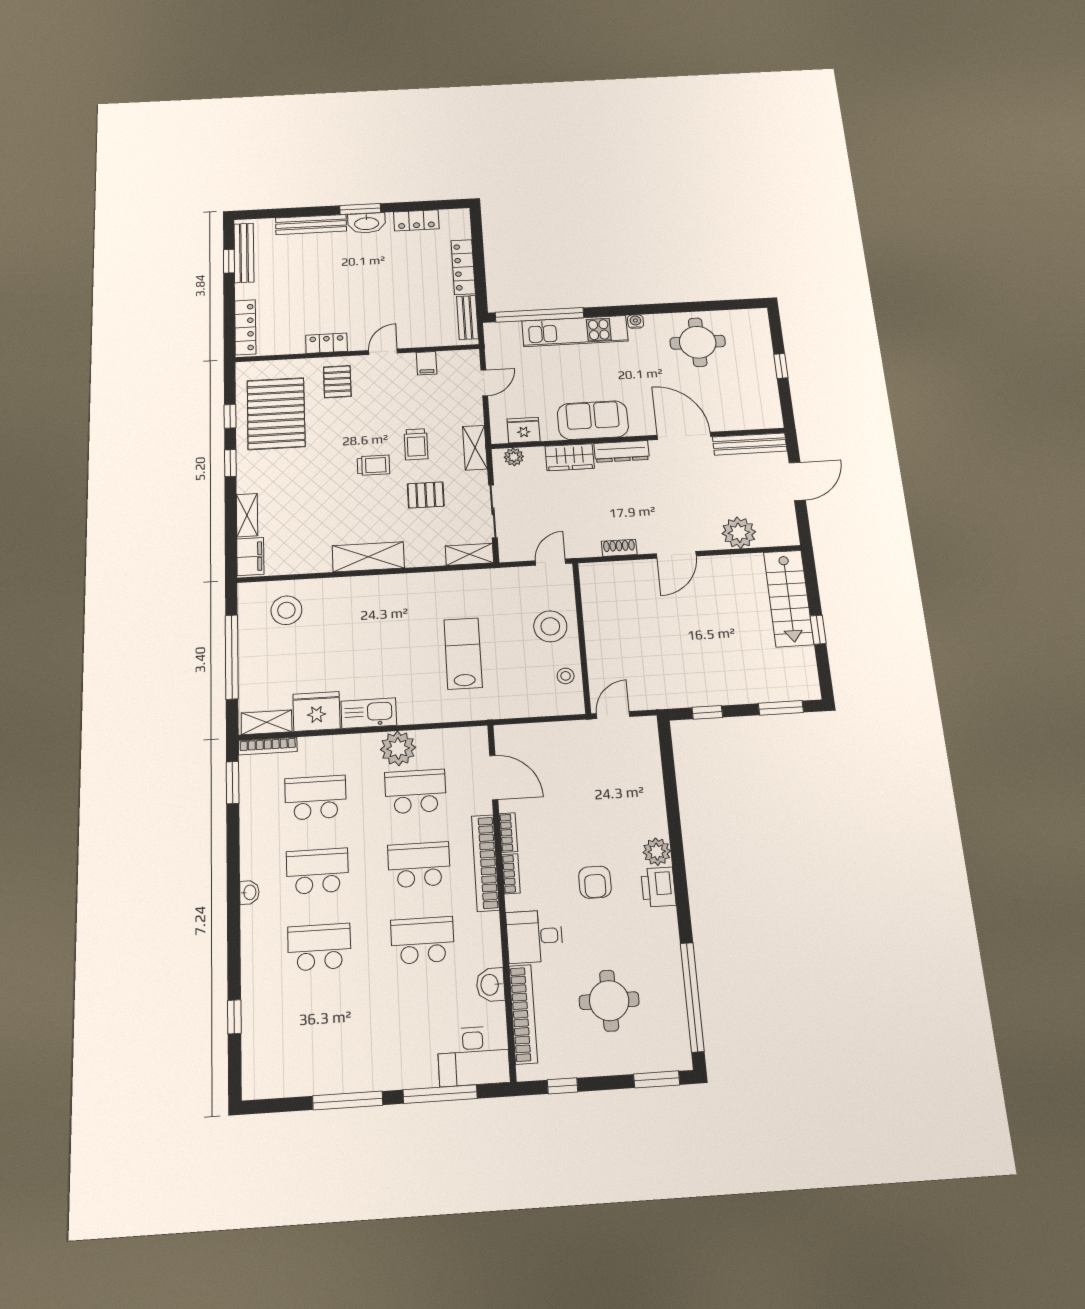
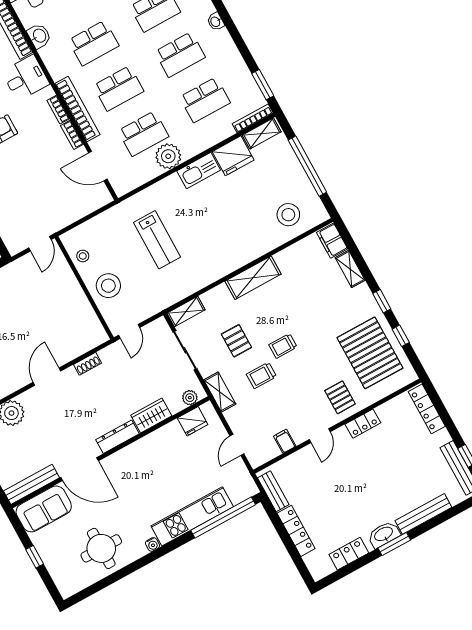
sofa: (593, 420) -> (44, 509), moved
trolley: (416, 444) -> (261, 375), turned -90
pallet: (426, 495) -> (236, 341), turned 90

